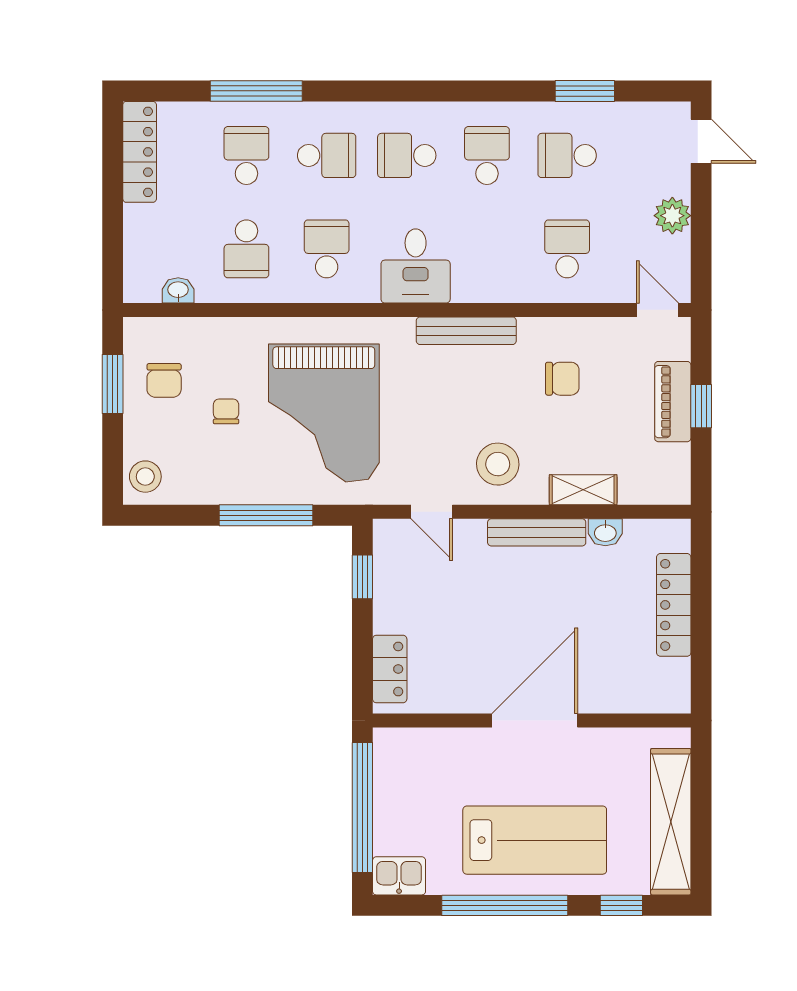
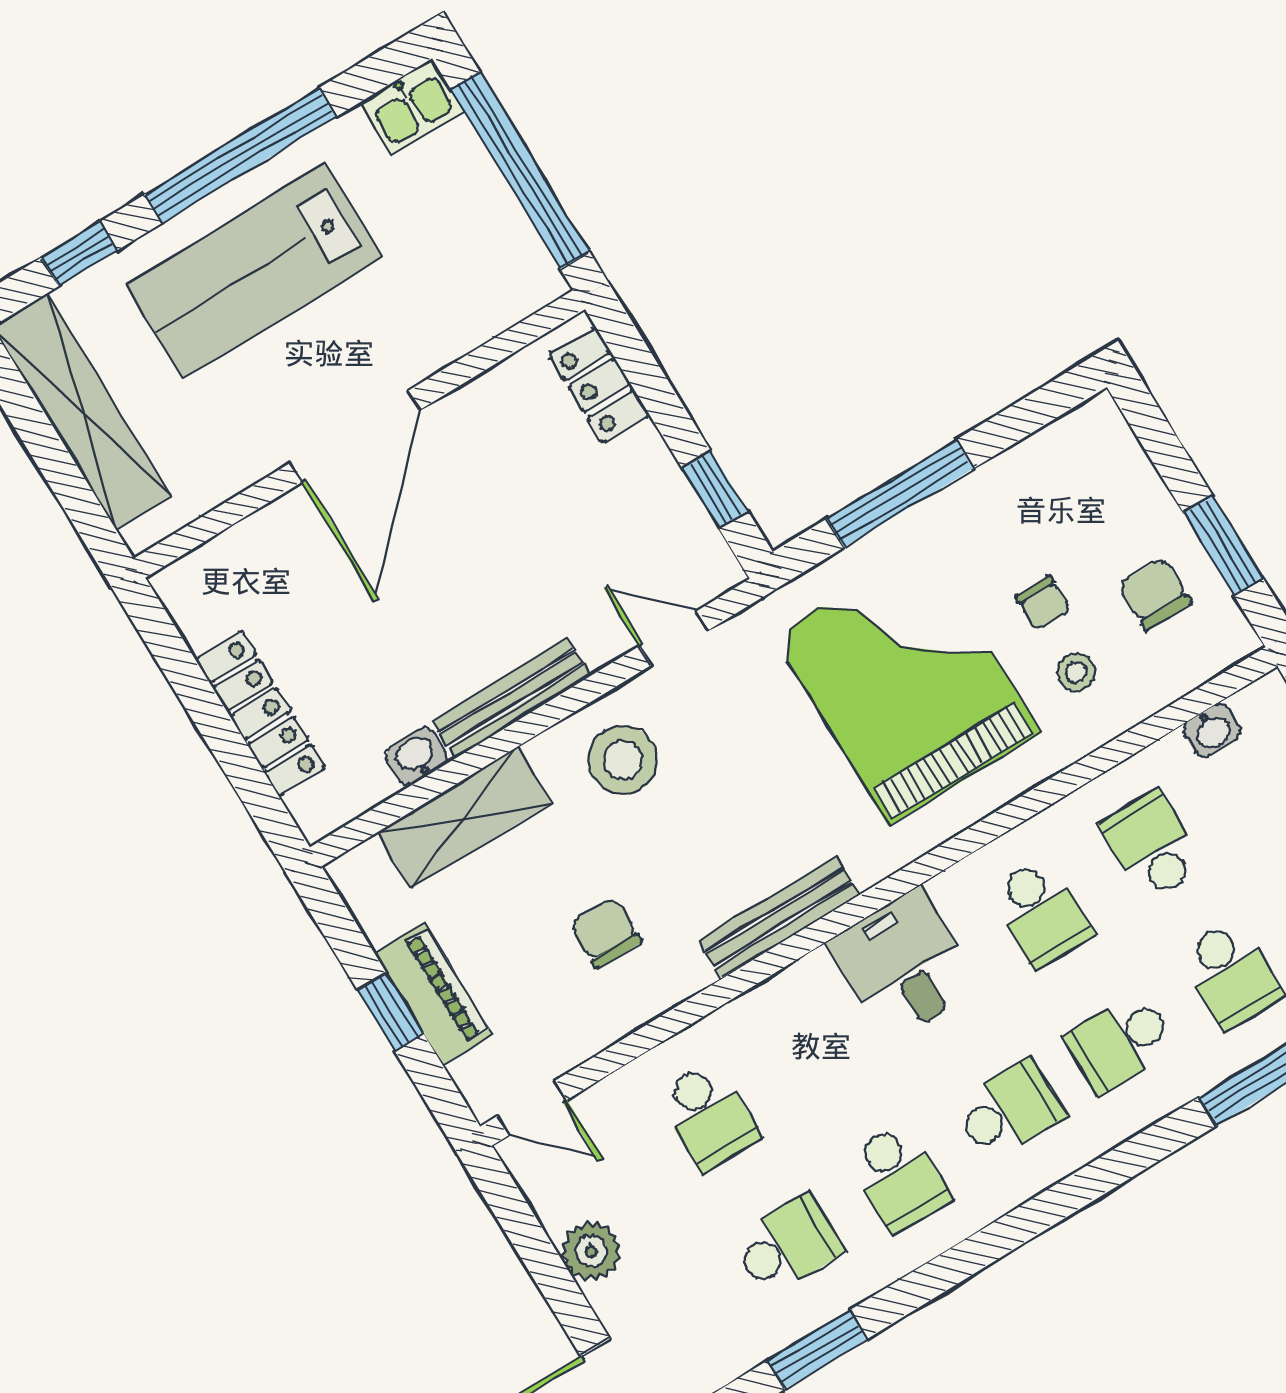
chair: (562, 379) -> (606, 933), turned 90
stool: (145, 477) -> (1076, 672), moved, width x0.73, depth x0.73
shelving: (583, 490) -> (464, 818), width x1.50, depth x1.33

